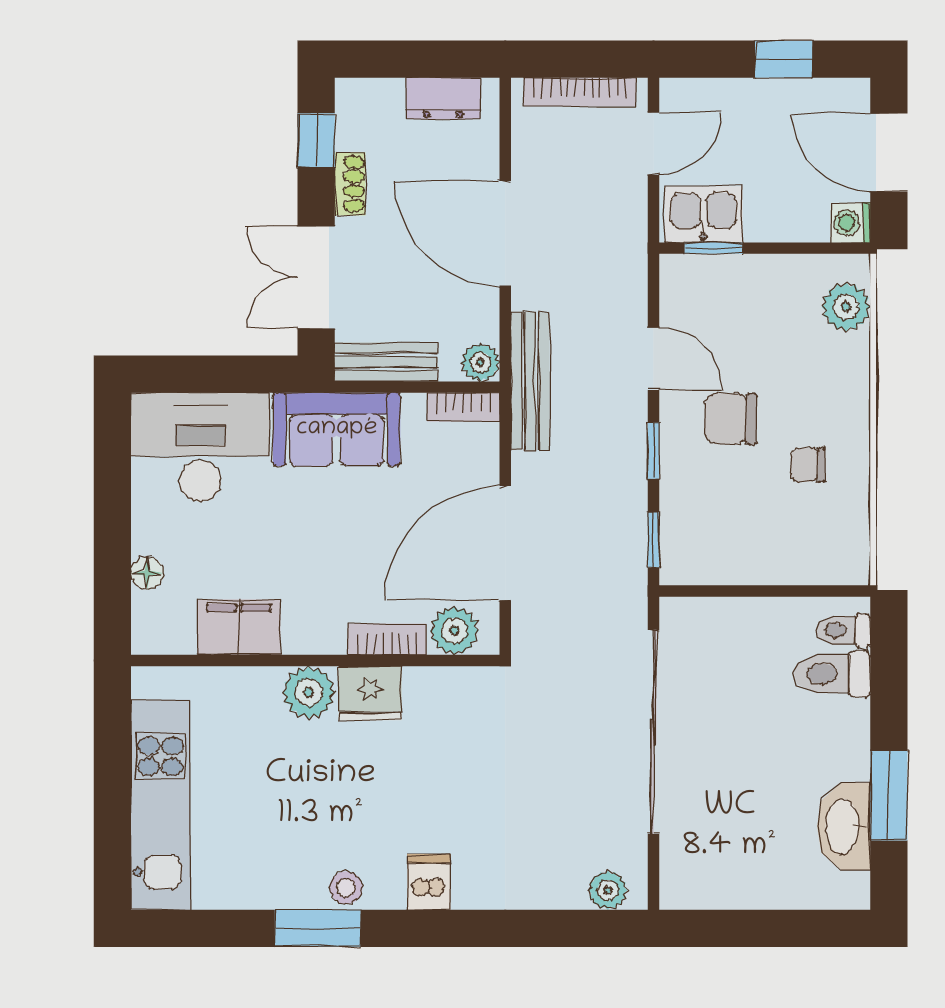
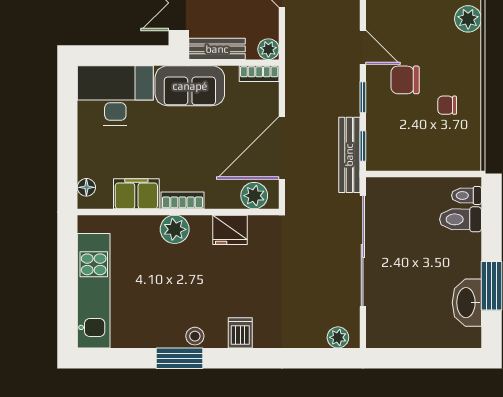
bench: (530, 381) -> (349, 155), moved
floor lamp: (147, 573) -> (86, 187), moved
bookcase: (387, 639) -> (182, 200), moved
fridge: (370, 693) -> (230, 230), moved

